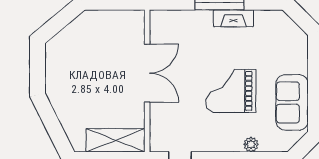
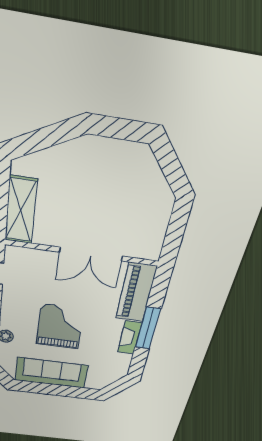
piano: (181, 23) -> (136, 293), added
sofa: (292, 102) -> (51, 373), width x1.36

